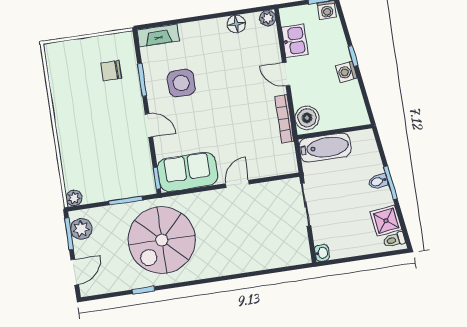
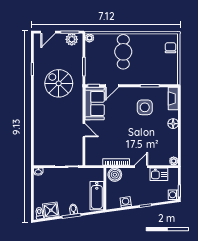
floor lamp: (236, 24) -> (173, 124), moved
chair: (111, 71) -> (171, 48), moved
washing machine: (346, 72) -> (126, 202), moved
door: (149, 125) -> (112, 86), moved
cafe table: (90, 135) -> (123, 52), added
bathtub: (325, 147) -> (97, 196), moved
spiral stairs: (162, 240) -> (59, 83), width x0.73, depth x0.73
door: (75, 272) -> (48, 32), hinge flipped

